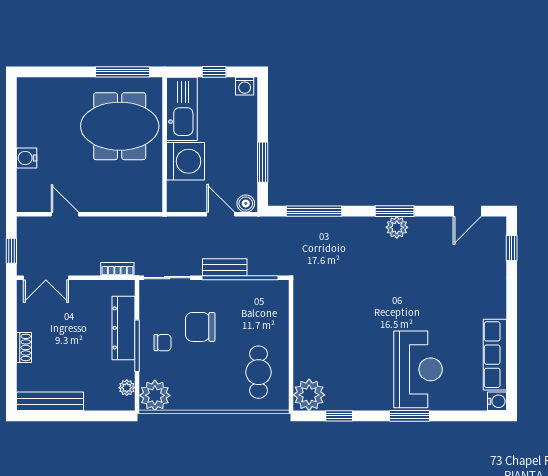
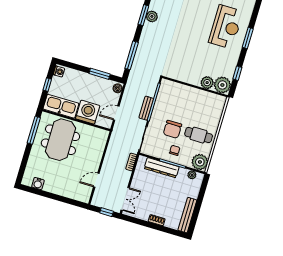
water cooler: (27, 158) -> (38, 184), moved
door: (221, 214) -> (116, 113), moved
plant: (305, 365) -> (207, 83), added
reception desk: (418, 369) -> (226, 27), turned 90
cafe table: (258, 372) -> (199, 135), moved

